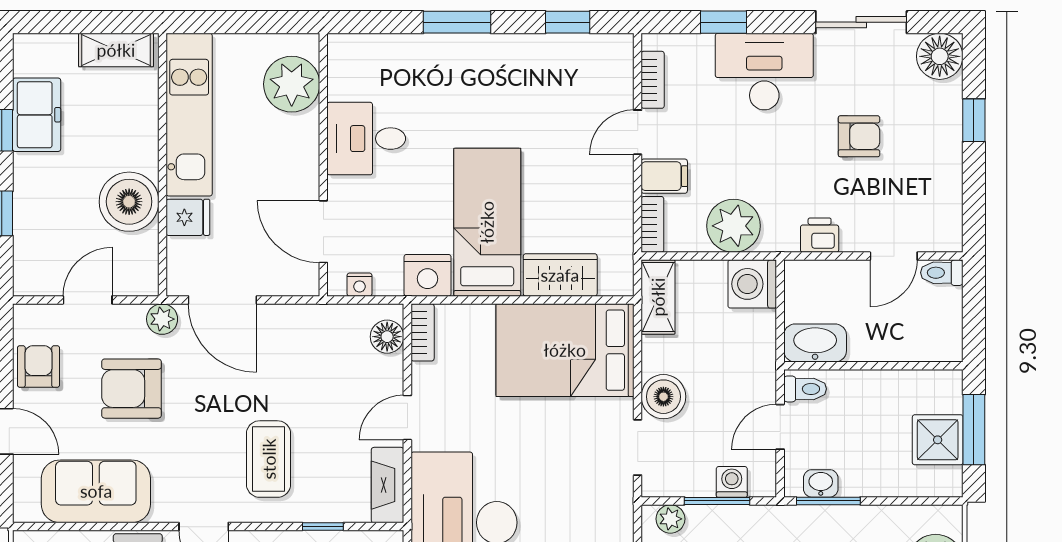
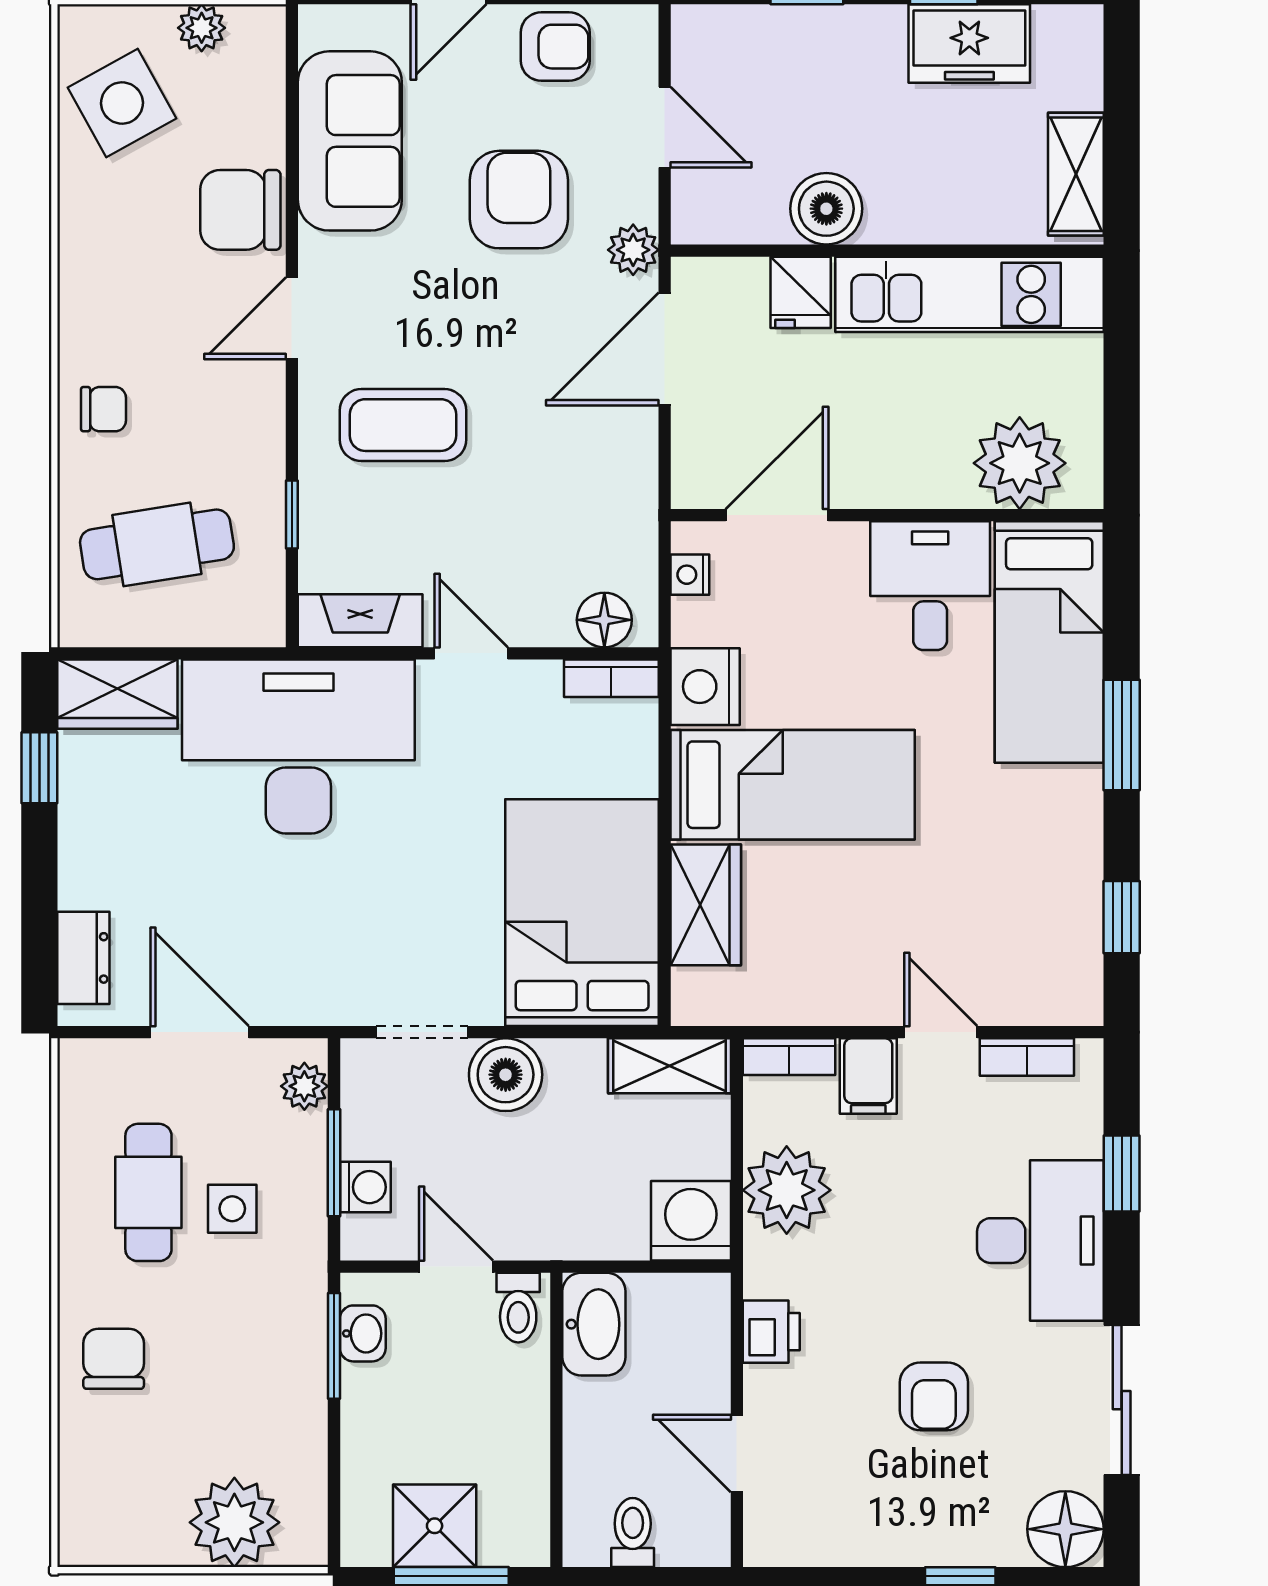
bed: (400, 66) -> (1049, 642), added
boiler: (129, 202) -> (826, 209), width x0.73, depth x0.73
toilet: (942, 273) -> (633, 1533), moved

